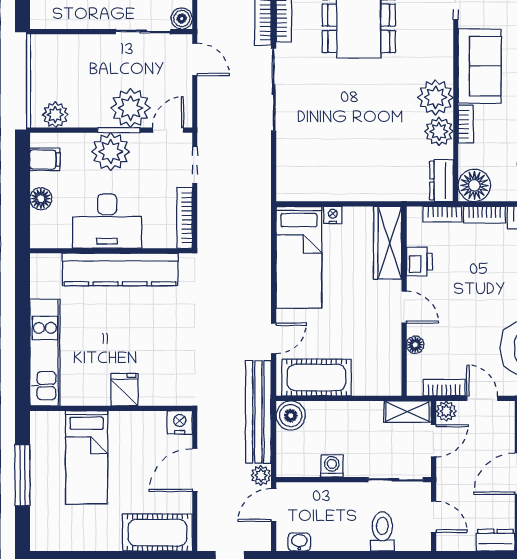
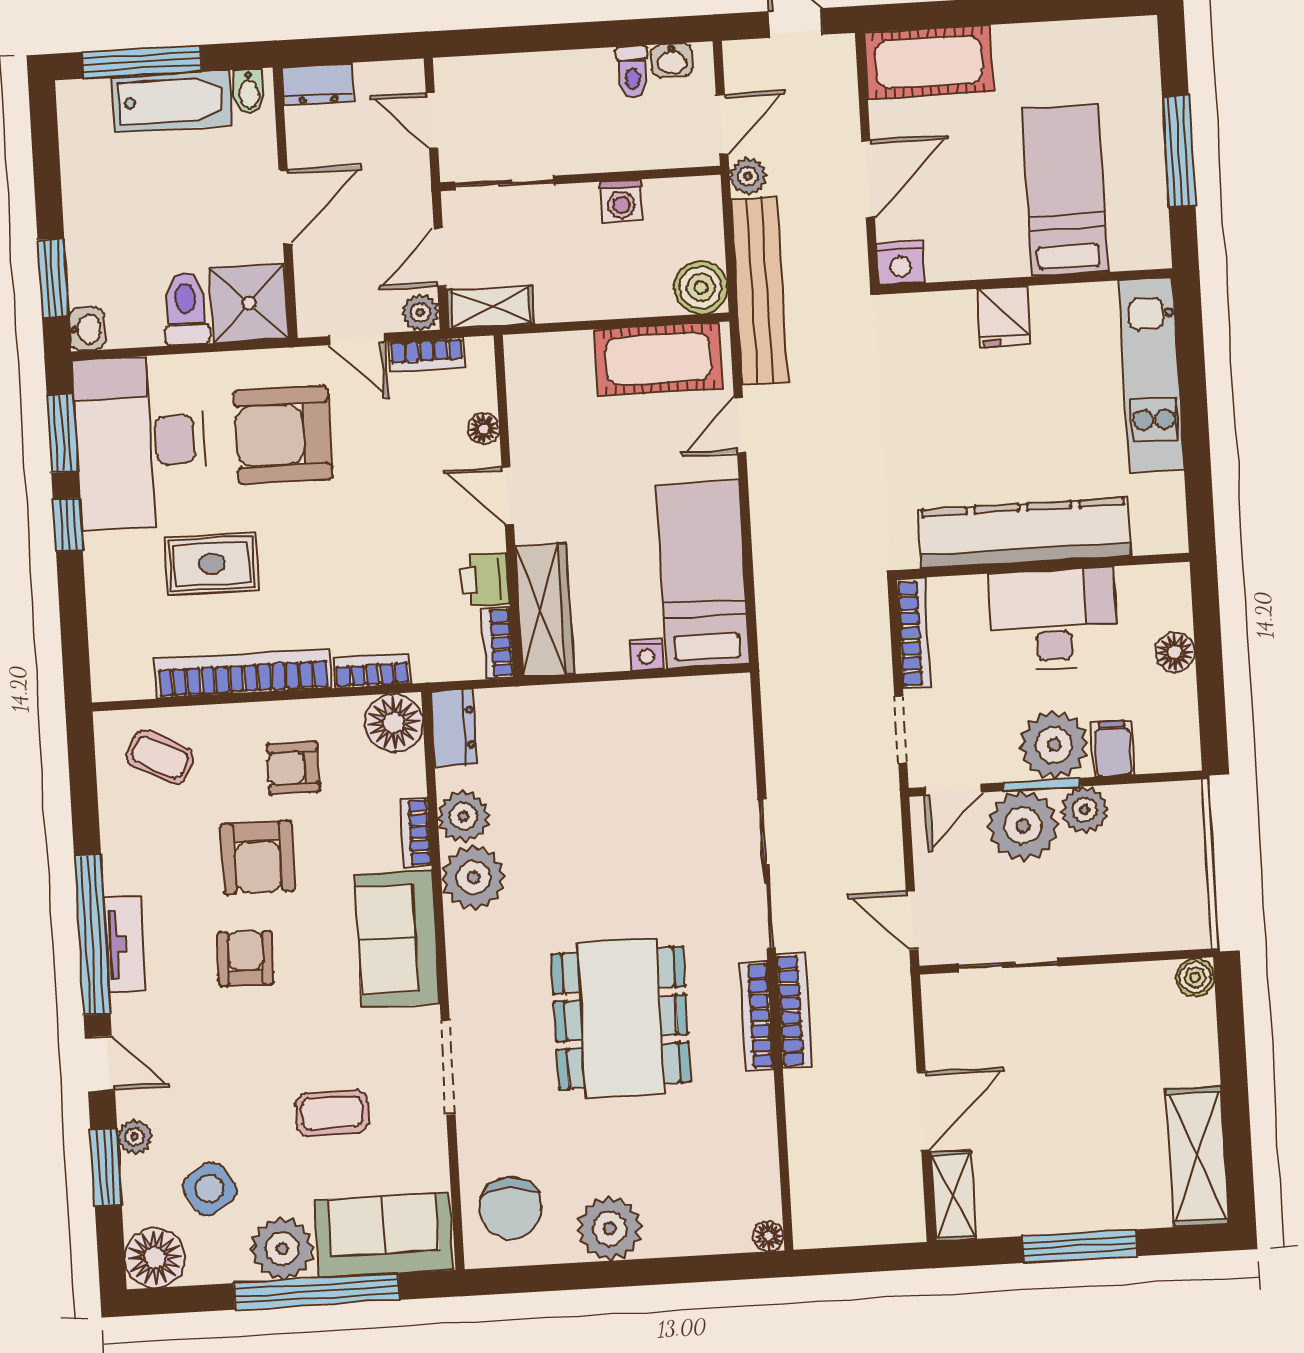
boiler: (182, 19) -> (1195, 977), moved
plant: (55, 115) -> (1085, 810), moved
filing cabinet: (45, 159) -> (1113, 748), moved, turned 90
bookcase: (442, 214) -> (498, 643), moved, turned -90
toilet: (382, 531) -> (632, 72), moved, width x0.73, depth x0.72

